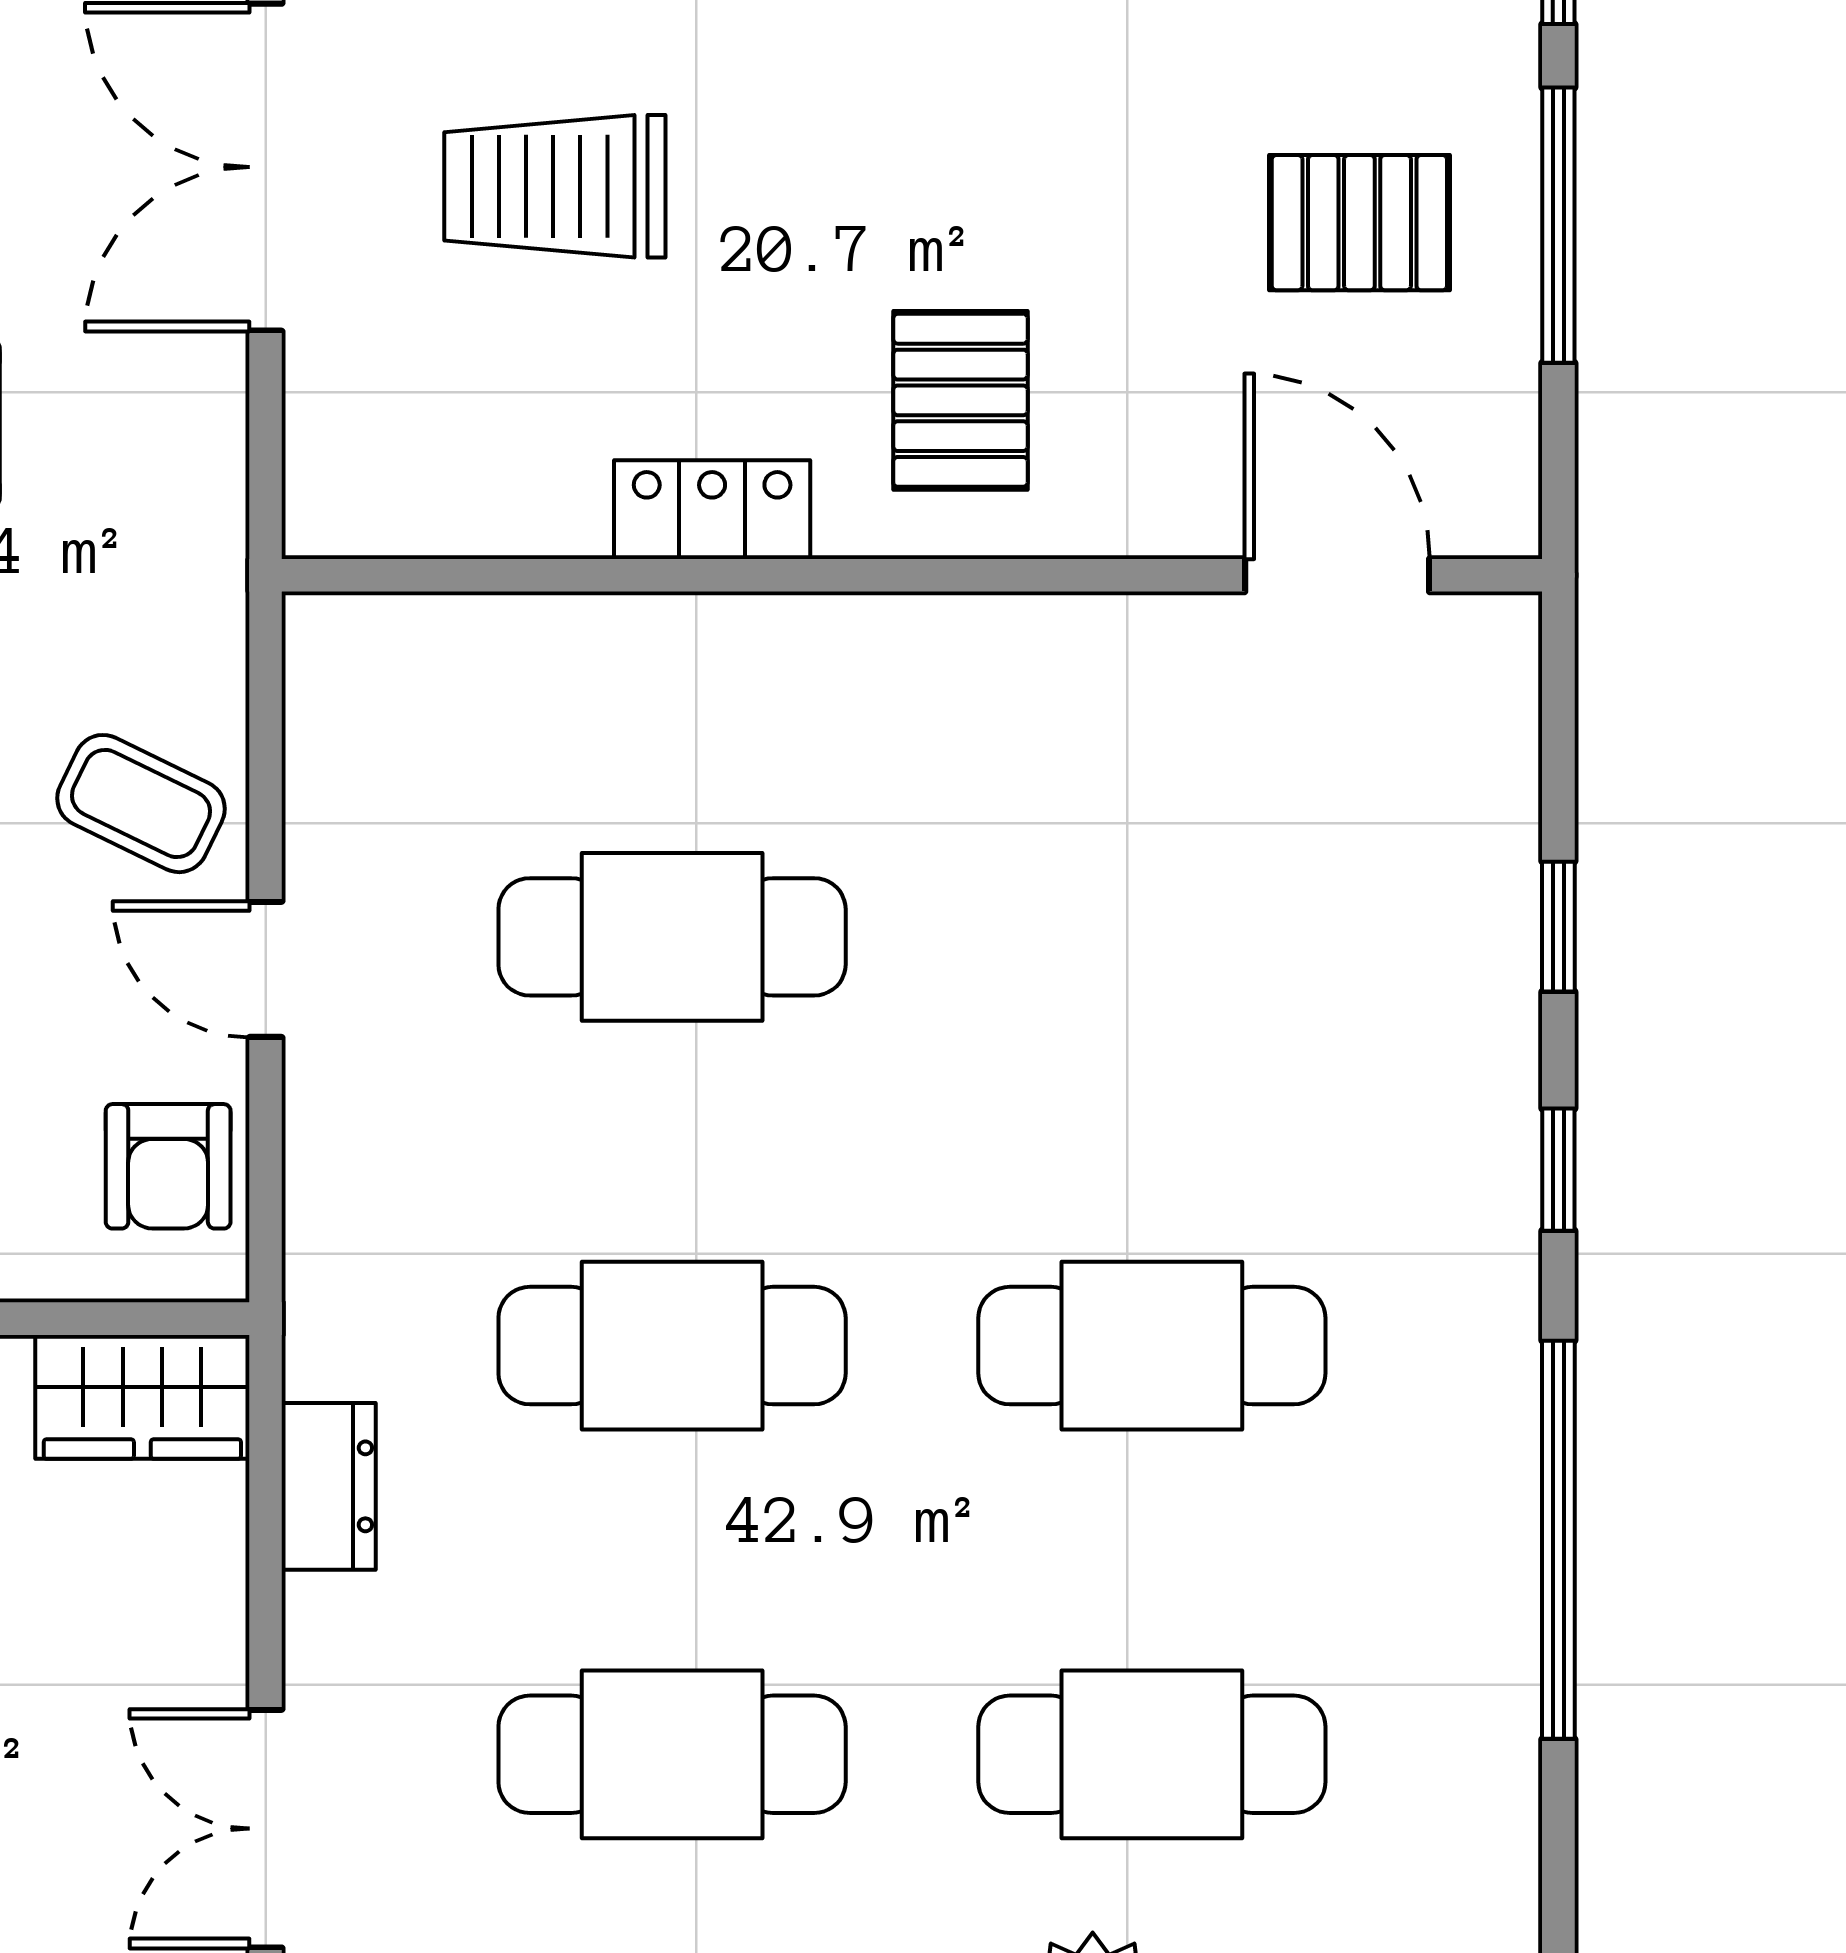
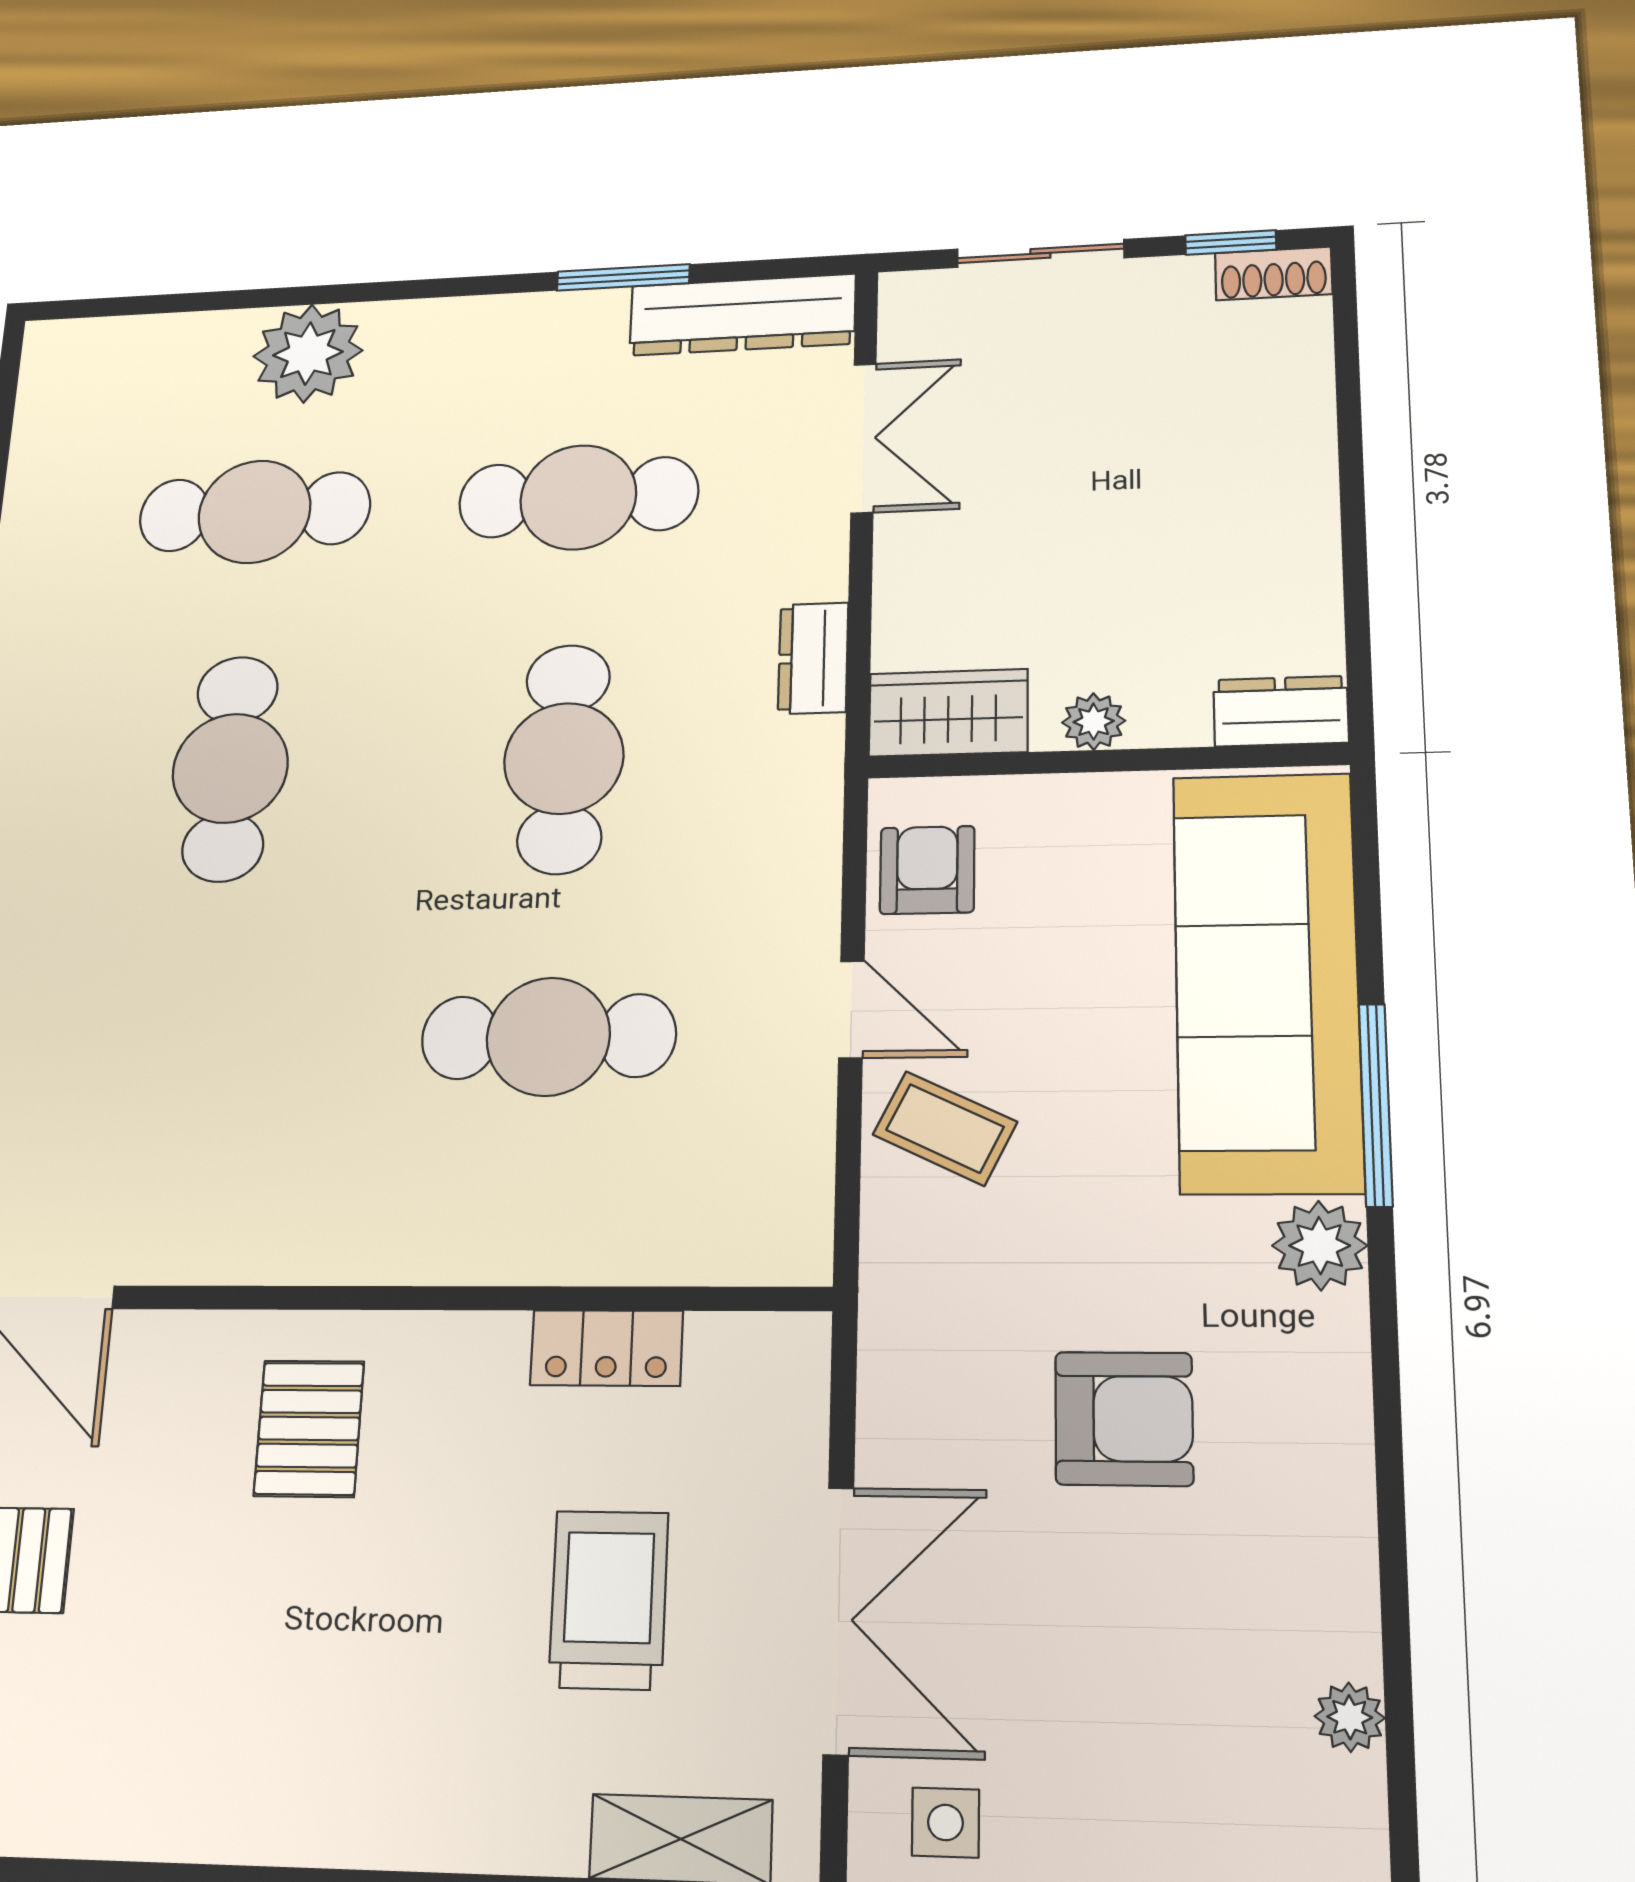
trolley: (555, 186) -> (609, 1600), turned -90
locker: (712, 510) -> (607, 1348), moved
cafe table: (672, 1346) -> (564, 758), turned 90
cafe table: (1152, 1346) -> (230, 768), turned 90

